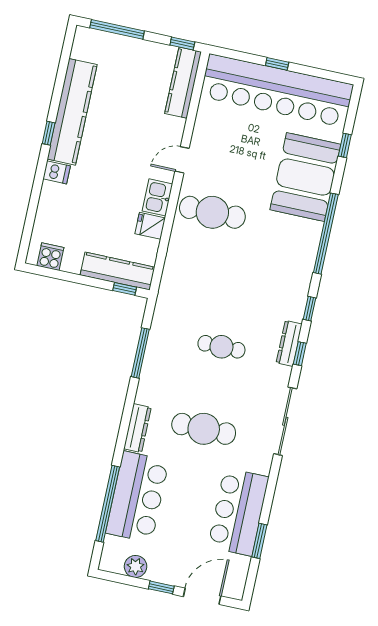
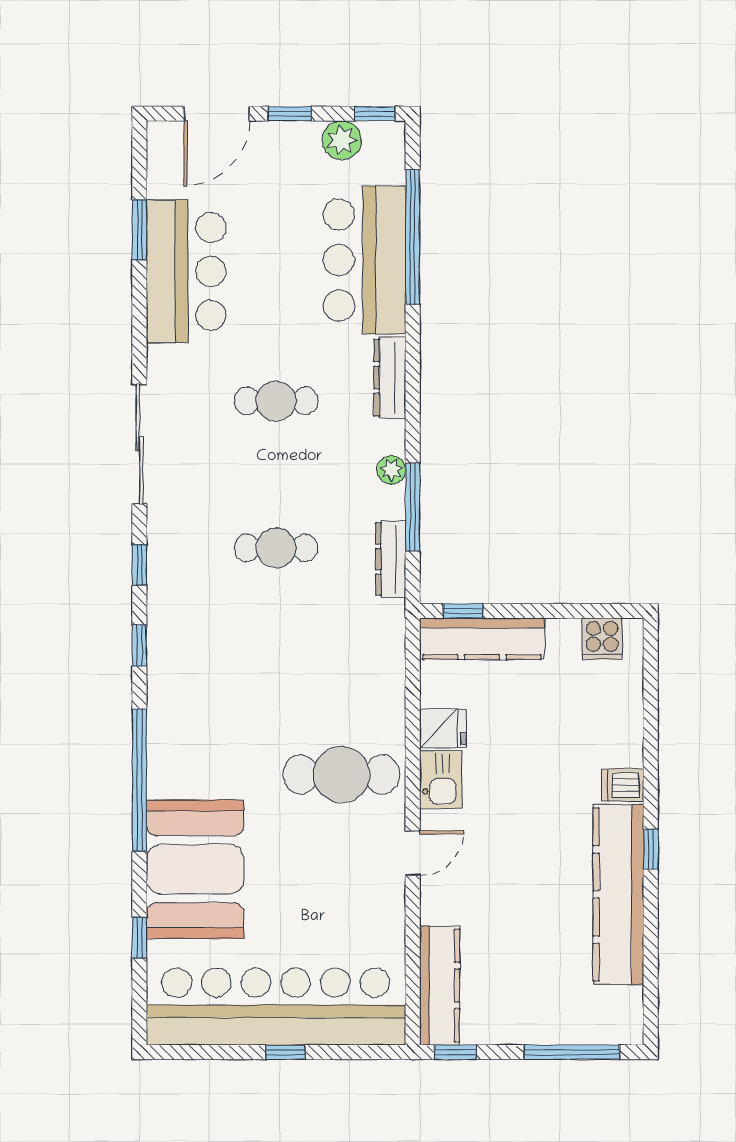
dresser: (289, 343) -> (391, 559), moved, turned 180
plant: (148, 376) -> (391, 470), added
cafe table: (204, 429) -> (276, 401), width x0.73, depth x0.74
window: (114, 577) -> (375, 114), added

